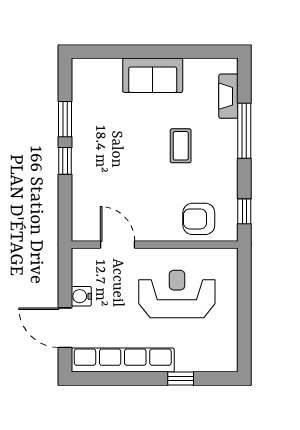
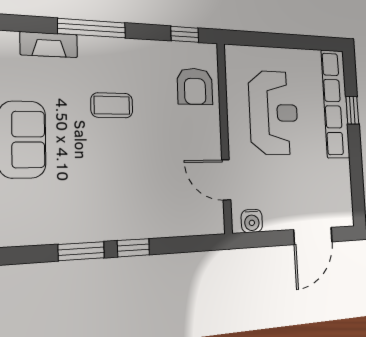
door: (118, 245) -> (226, 180), hinge flipped
reception desk: (177, 294) -> (274, 113), turned 180
water cooler: (81, 296) -> (252, 221), moved
row of seats: (123, 360) -> (335, 104), moved

